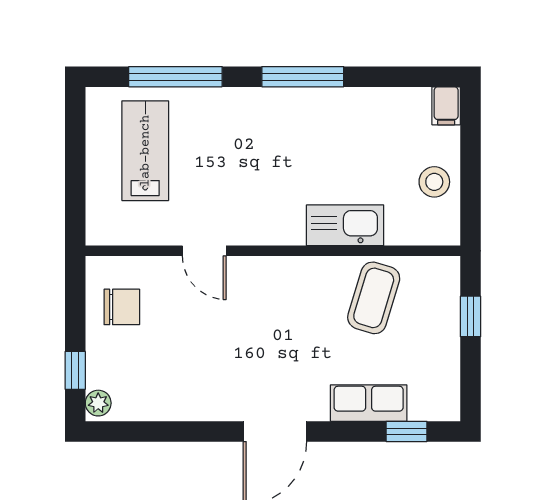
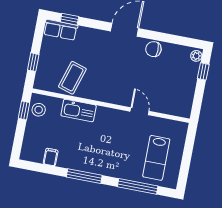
filing cabinet: (446, 106) -> (51, 157), moved
stool: (434, 182) -> (39, 110), moved
window: (470, 201) -> (24, 110), added
chair: (122, 307) -> (153, 49), moved
row of seats: (369, 403) -> (61, 30), moved

